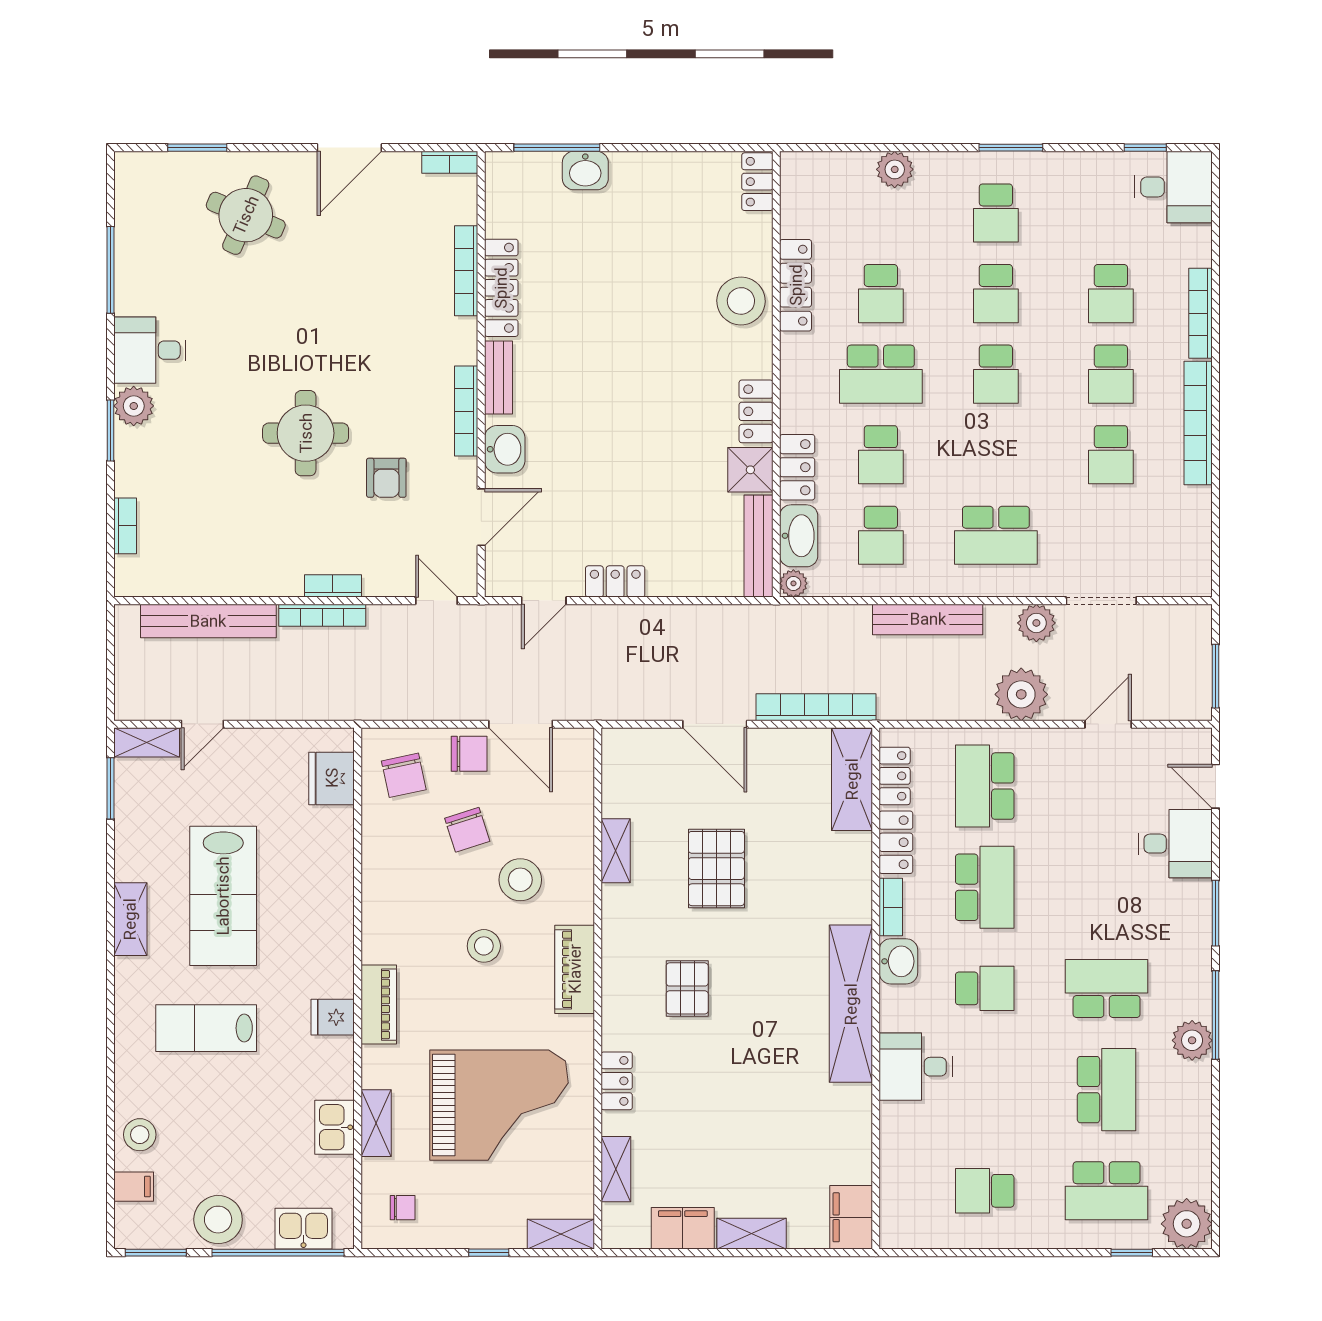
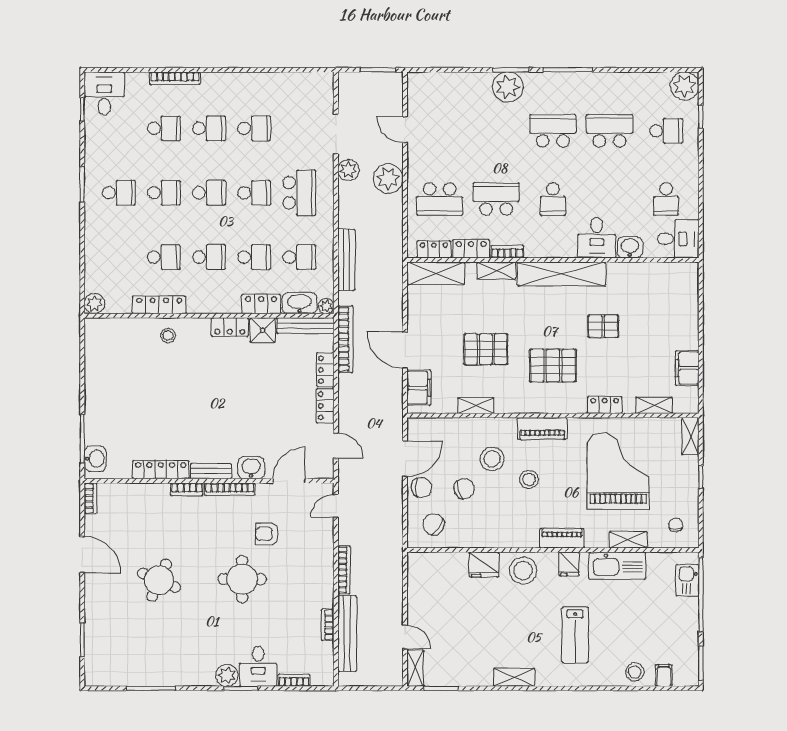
plant: (895, 169) -> (94, 304), moved
washbasin: (585, 171) -> (95, 459), moved
locker: (757, 182) -> (325, 370), moved, turned 90
round table: (246, 215) -> (159, 580), moved
bookcase: (466, 271) -> (187, 489), moved, width x0.64
stool: (741, 301) -> (168, 335), width x0.53, depth x0.53
desk: (150, 350) -> (258, 666), moved
school desk: (881, 374) -> (209, 257), width x0.54
bookcase: (1198, 423) -> (236, 80), removed
school desk: (996, 455) -> (254, 193), added
armchair: (386, 478) -> (267, 534), turned 180
door: (481, 517) -> (289, 481), hinge flipped
bookcase: (333, 586) -> (328, 625), moved
bench: (928, 619) -> (346, 260), moved
bookcase: (816, 707) -> (345, 339), moved, turned 180
door: (715, 724) -> (405, 350), swing flipped
chair: (469, 754) -> (422, 488), turned 90
chair: (404, 775) -> (434, 524), turned -135
fridge: (332, 778) -> (484, 565), moved
door: (1215, 786) -> (440, 70), removed
desk: (1175, 844) -> (678, 239), moved, turned 90
lab bench: (223, 896) -> (501, 625), removed
washbasin: (898, 961) -> (630, 247), moved
pallet: (687, 988) -> (553, 366), width x1.50, depth x1.42
school desk: (985, 988) -> (553, 199), turned 180
school desk: (1107, 988) -> (553, 131), turned 90
plant: (1192, 1040) -> (508, 87), moved, width x1.36, depth x1.36
pallet: (758, 1078) -> (603, 326), added
kitchen sink: (335, 1127) -> (617, 566), width x1.88, depth x1.24
school desk: (1107, 1191) -> (666, 131), width x0.54
filing cabinet: (851, 1217) -> (419, 388), moved, turned -90
stool: (218, 1220) -> (523, 570), moved
shelving: (751, 1234) -> (496, 271), moved, turned 90

